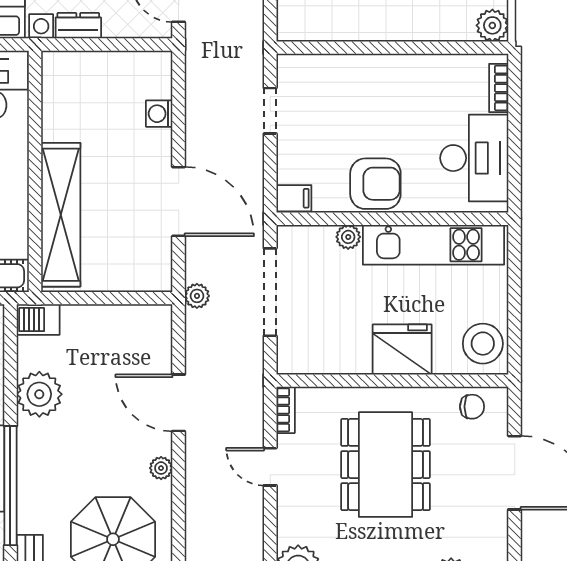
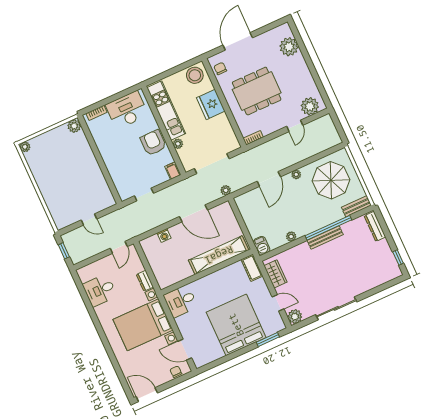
door: (179, 201) -> (194, 213), swing flipped
plant: (39, 394) -> (291, 236), width x0.53, depth x0.53
door: (270, 467) -> (295, 126), moved

